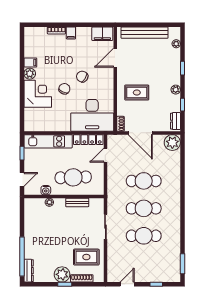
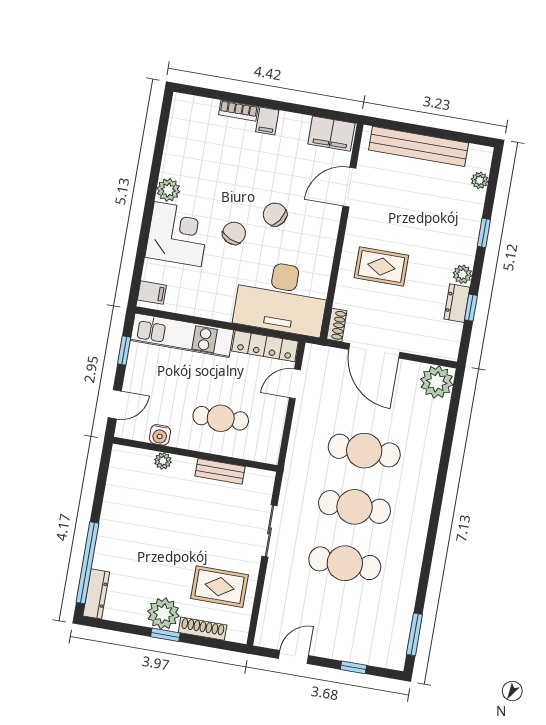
filing cabinet: (30, 63) -> (152, 293), moved
dresser: (175, 121) -> (457, 303), moved
cafe table: (73, 177) -> (221, 418), width x0.73, depth x0.74

